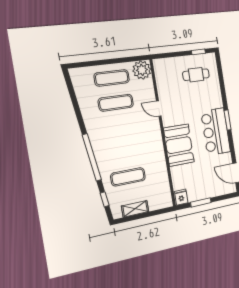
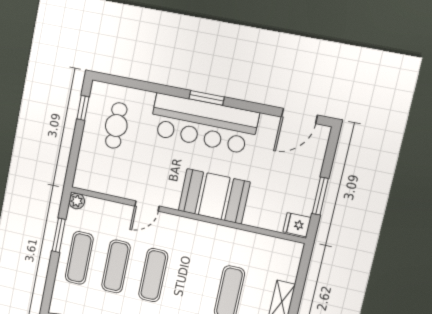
window: (121, 60) -> (59, 235), added
plant: (142, 70) -> (77, 201), width x0.53, depth x0.53
exercise mat: (120, 128) -> (153, 275), added
bar counter: (216, 132) -> (204, 124), width x1.36

